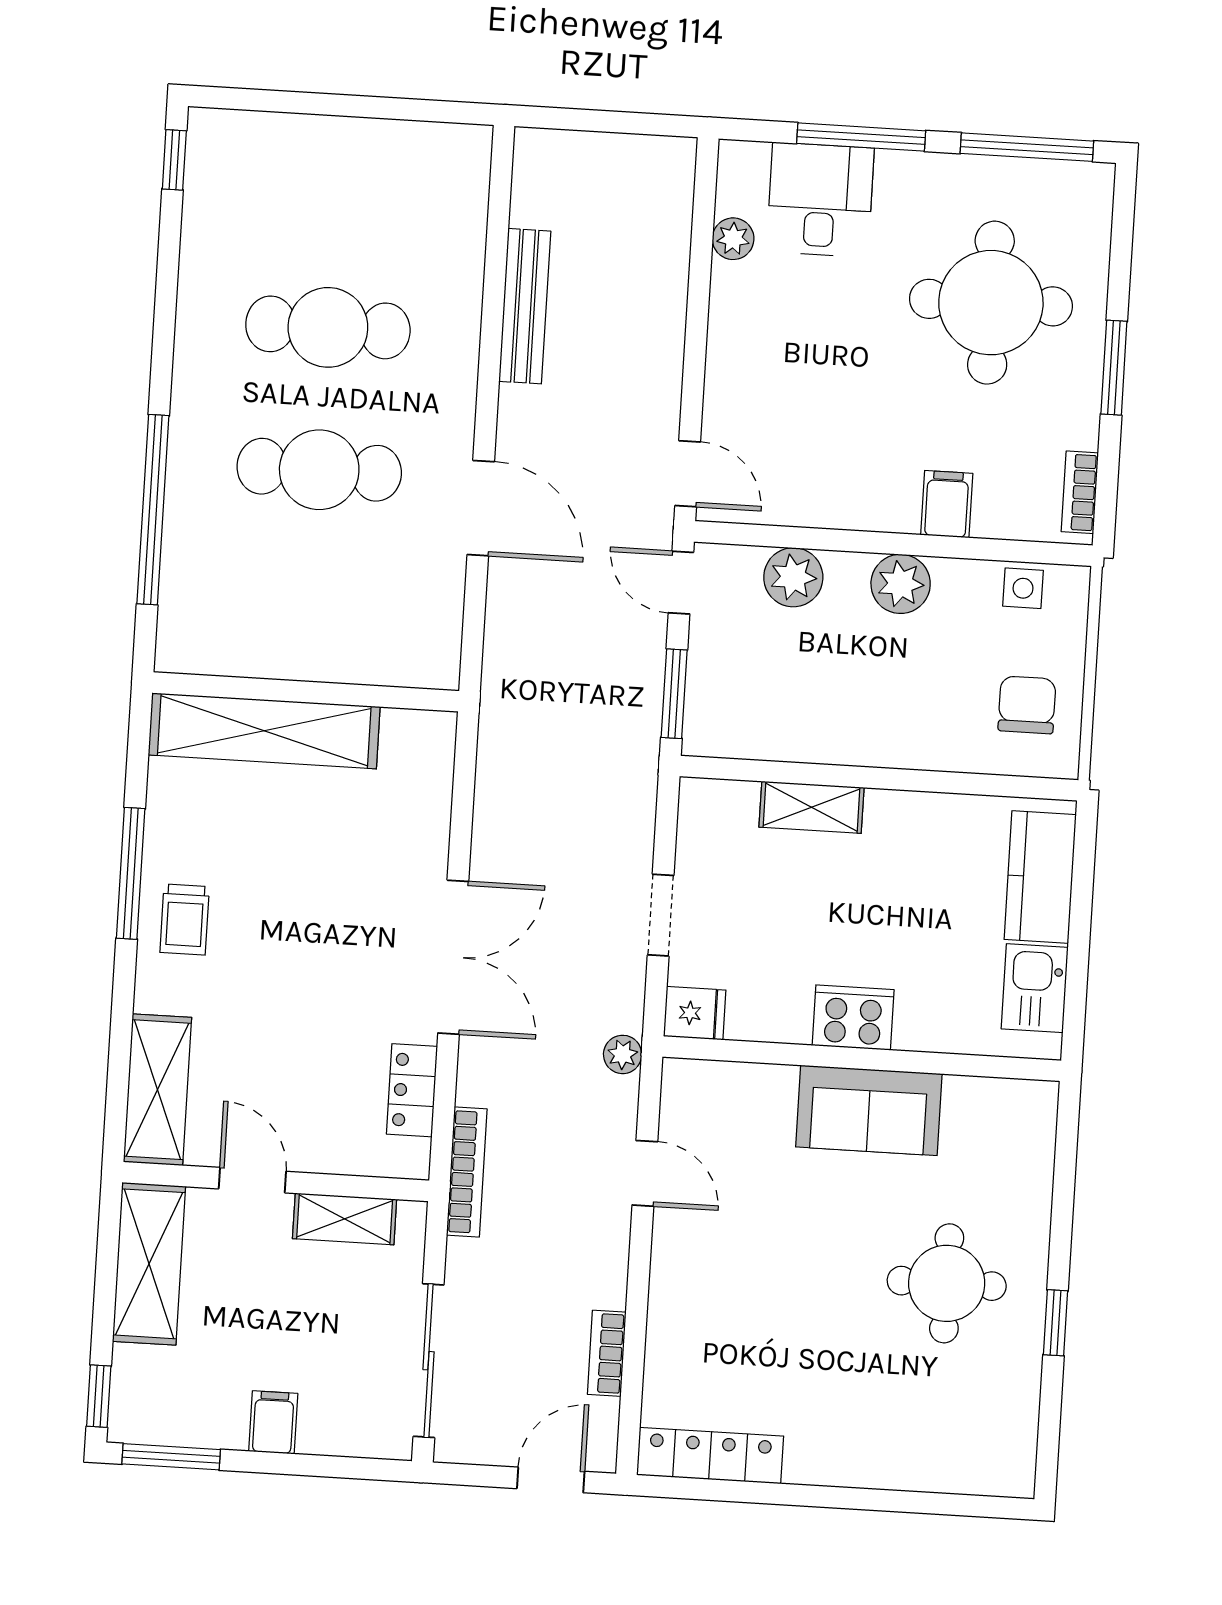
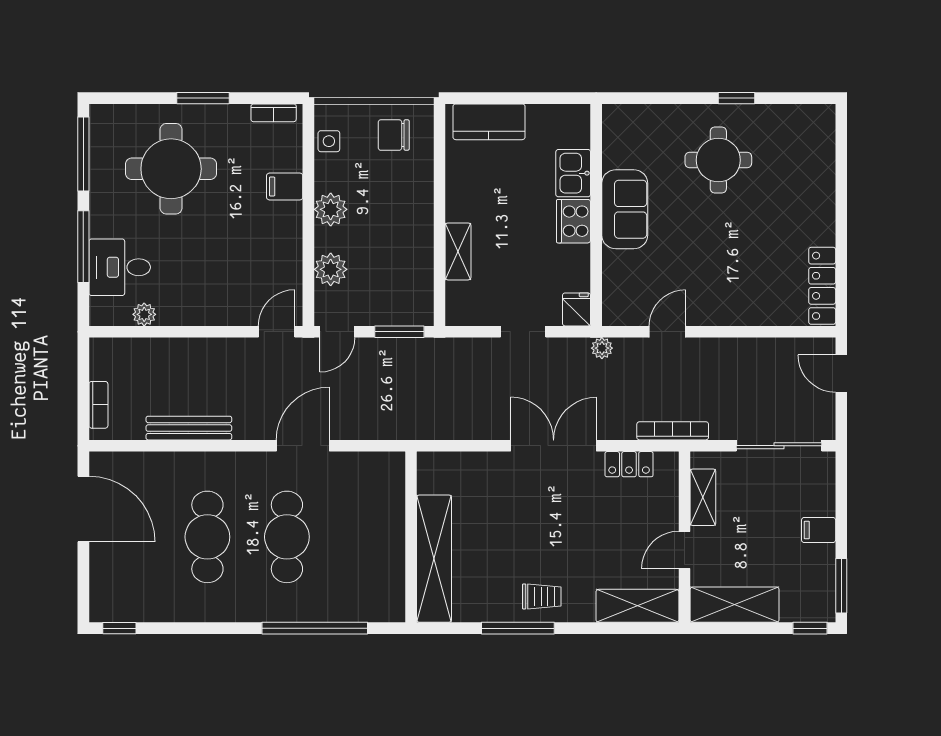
door: (391, 108) -> (83, 509), added
kitchen sink: (1035, 988) -> (573, 173), moved, turned 90
bookcase: (607, 1353) -> (98, 405), moved, turned -90

